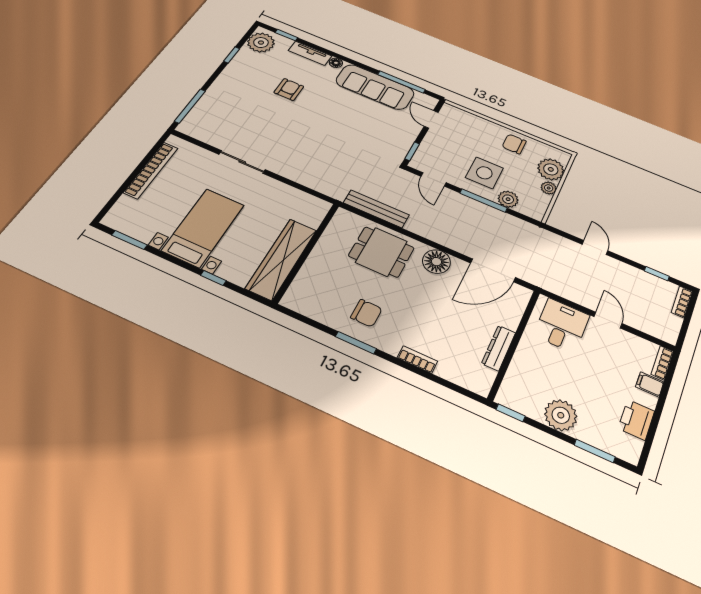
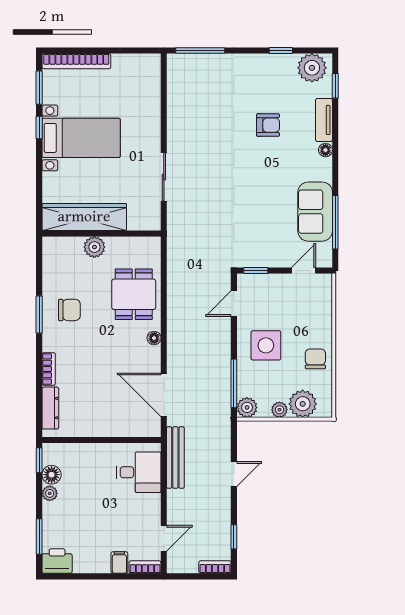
sofa: (375, 87) -> (315, 212), width x0.73
sliding door: (242, 162) -> (164, 177), moved
bookcase: (151, 170) -> (76, 61), moved
plant: (508, 199) -> (247, 407), moved
window: (483, 200) -> (234, 383), moved
bench: (376, 209) -> (175, 458), moved
floor lamp: (436, 262) -> (154, 338), width x0.53, depth x0.53
plant: (316, 264) -> (94, 247), added
window: (213, 278) -> (39, 128), moved
chair: (366, 313) -> (69, 310), turned -90
door: (608, 320) -> (164, 538), moved
dresser: (499, 348) -> (50, 408), moved, turned 90
floor lamp: (531, 408) -> (52, 475), added
plant: (561, 415) -> (50, 493), width x0.53, depth x0.53
printer: (636, 420) -> (57, 561), moved

